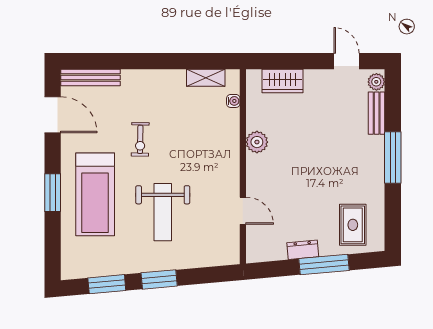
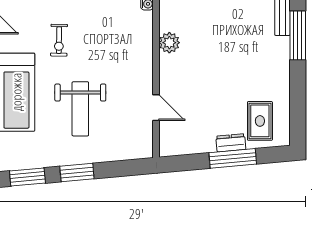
window: (393, 158) -> (298, 35), moved
dresser: (303, 250) -> (231, 143), moved

